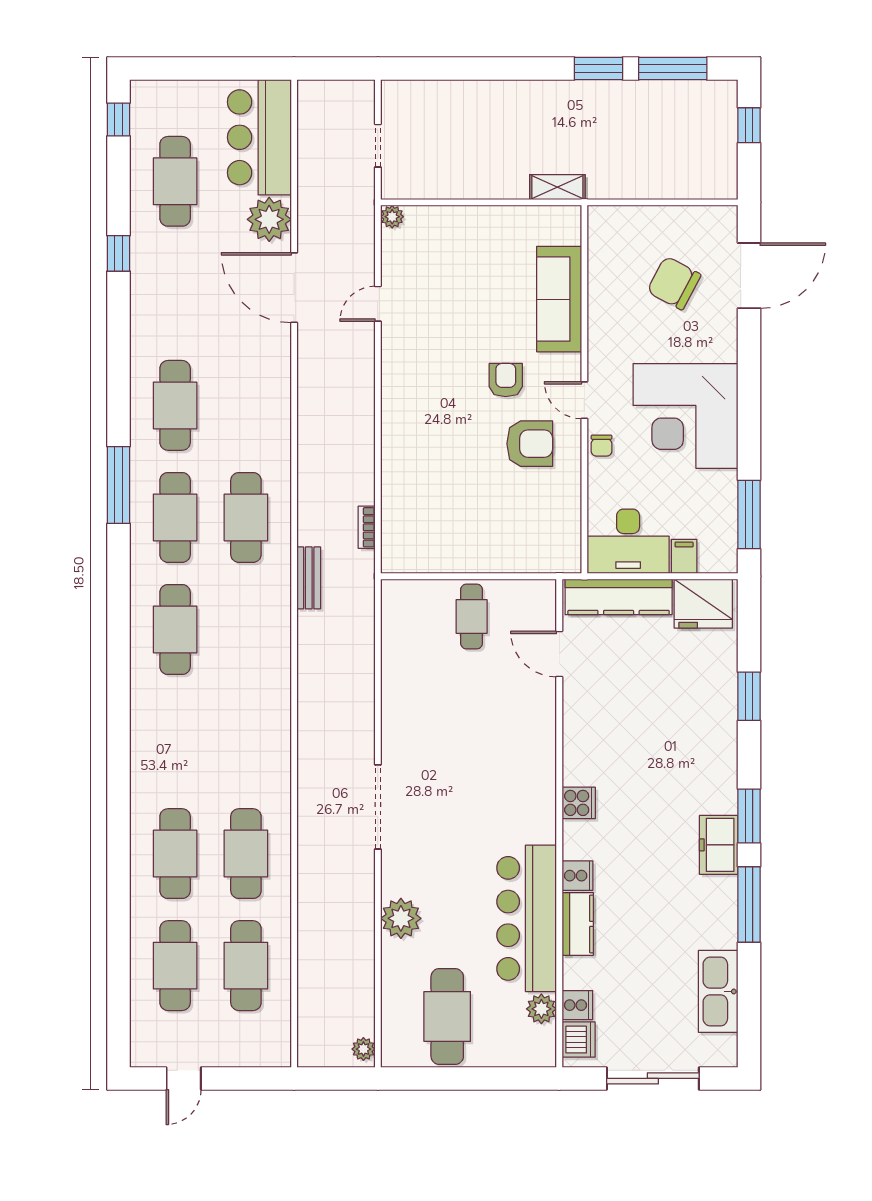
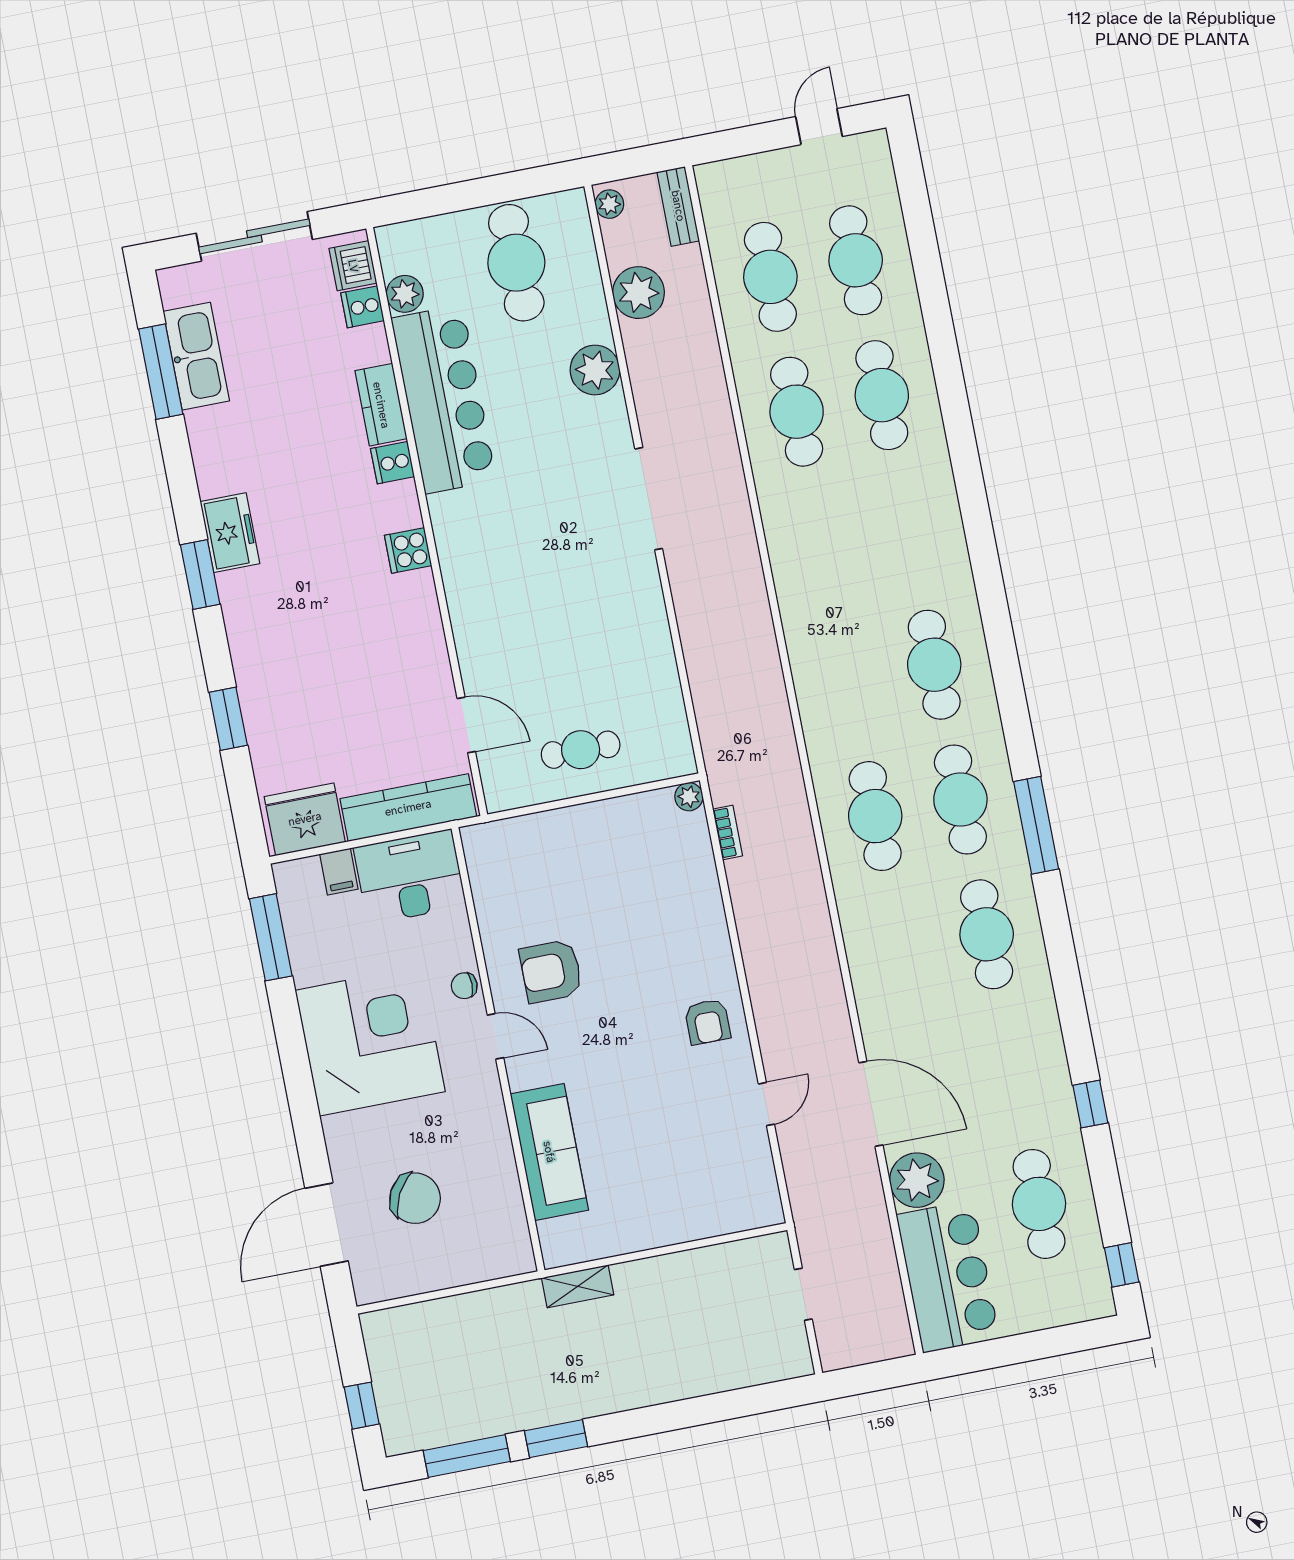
plant: (392, 217) -> (689, 797), moved
armchair: (506, 380) -> (707, 1022), moved
chair: (602, 446) -> (464, 986), turned -90
bench: (309, 578) -> (678, 206), moved
cafe table: (472, 616) -> (581, 750), turned 90
window: (749, 905) -> (161, 372), moved
plant: (354, 974) -> (639, 293), added

